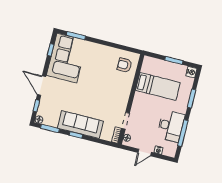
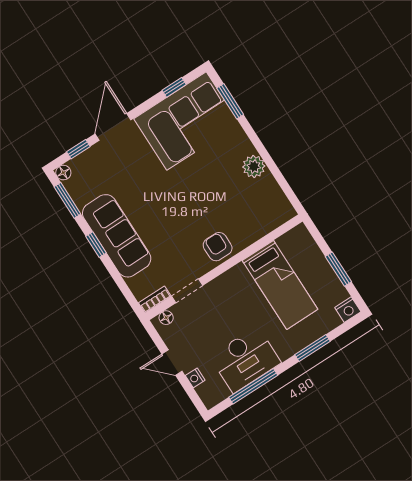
plant: (107, 52) -> (254, 166), added
armchair: (125, 65) -> (218, 247), moved

